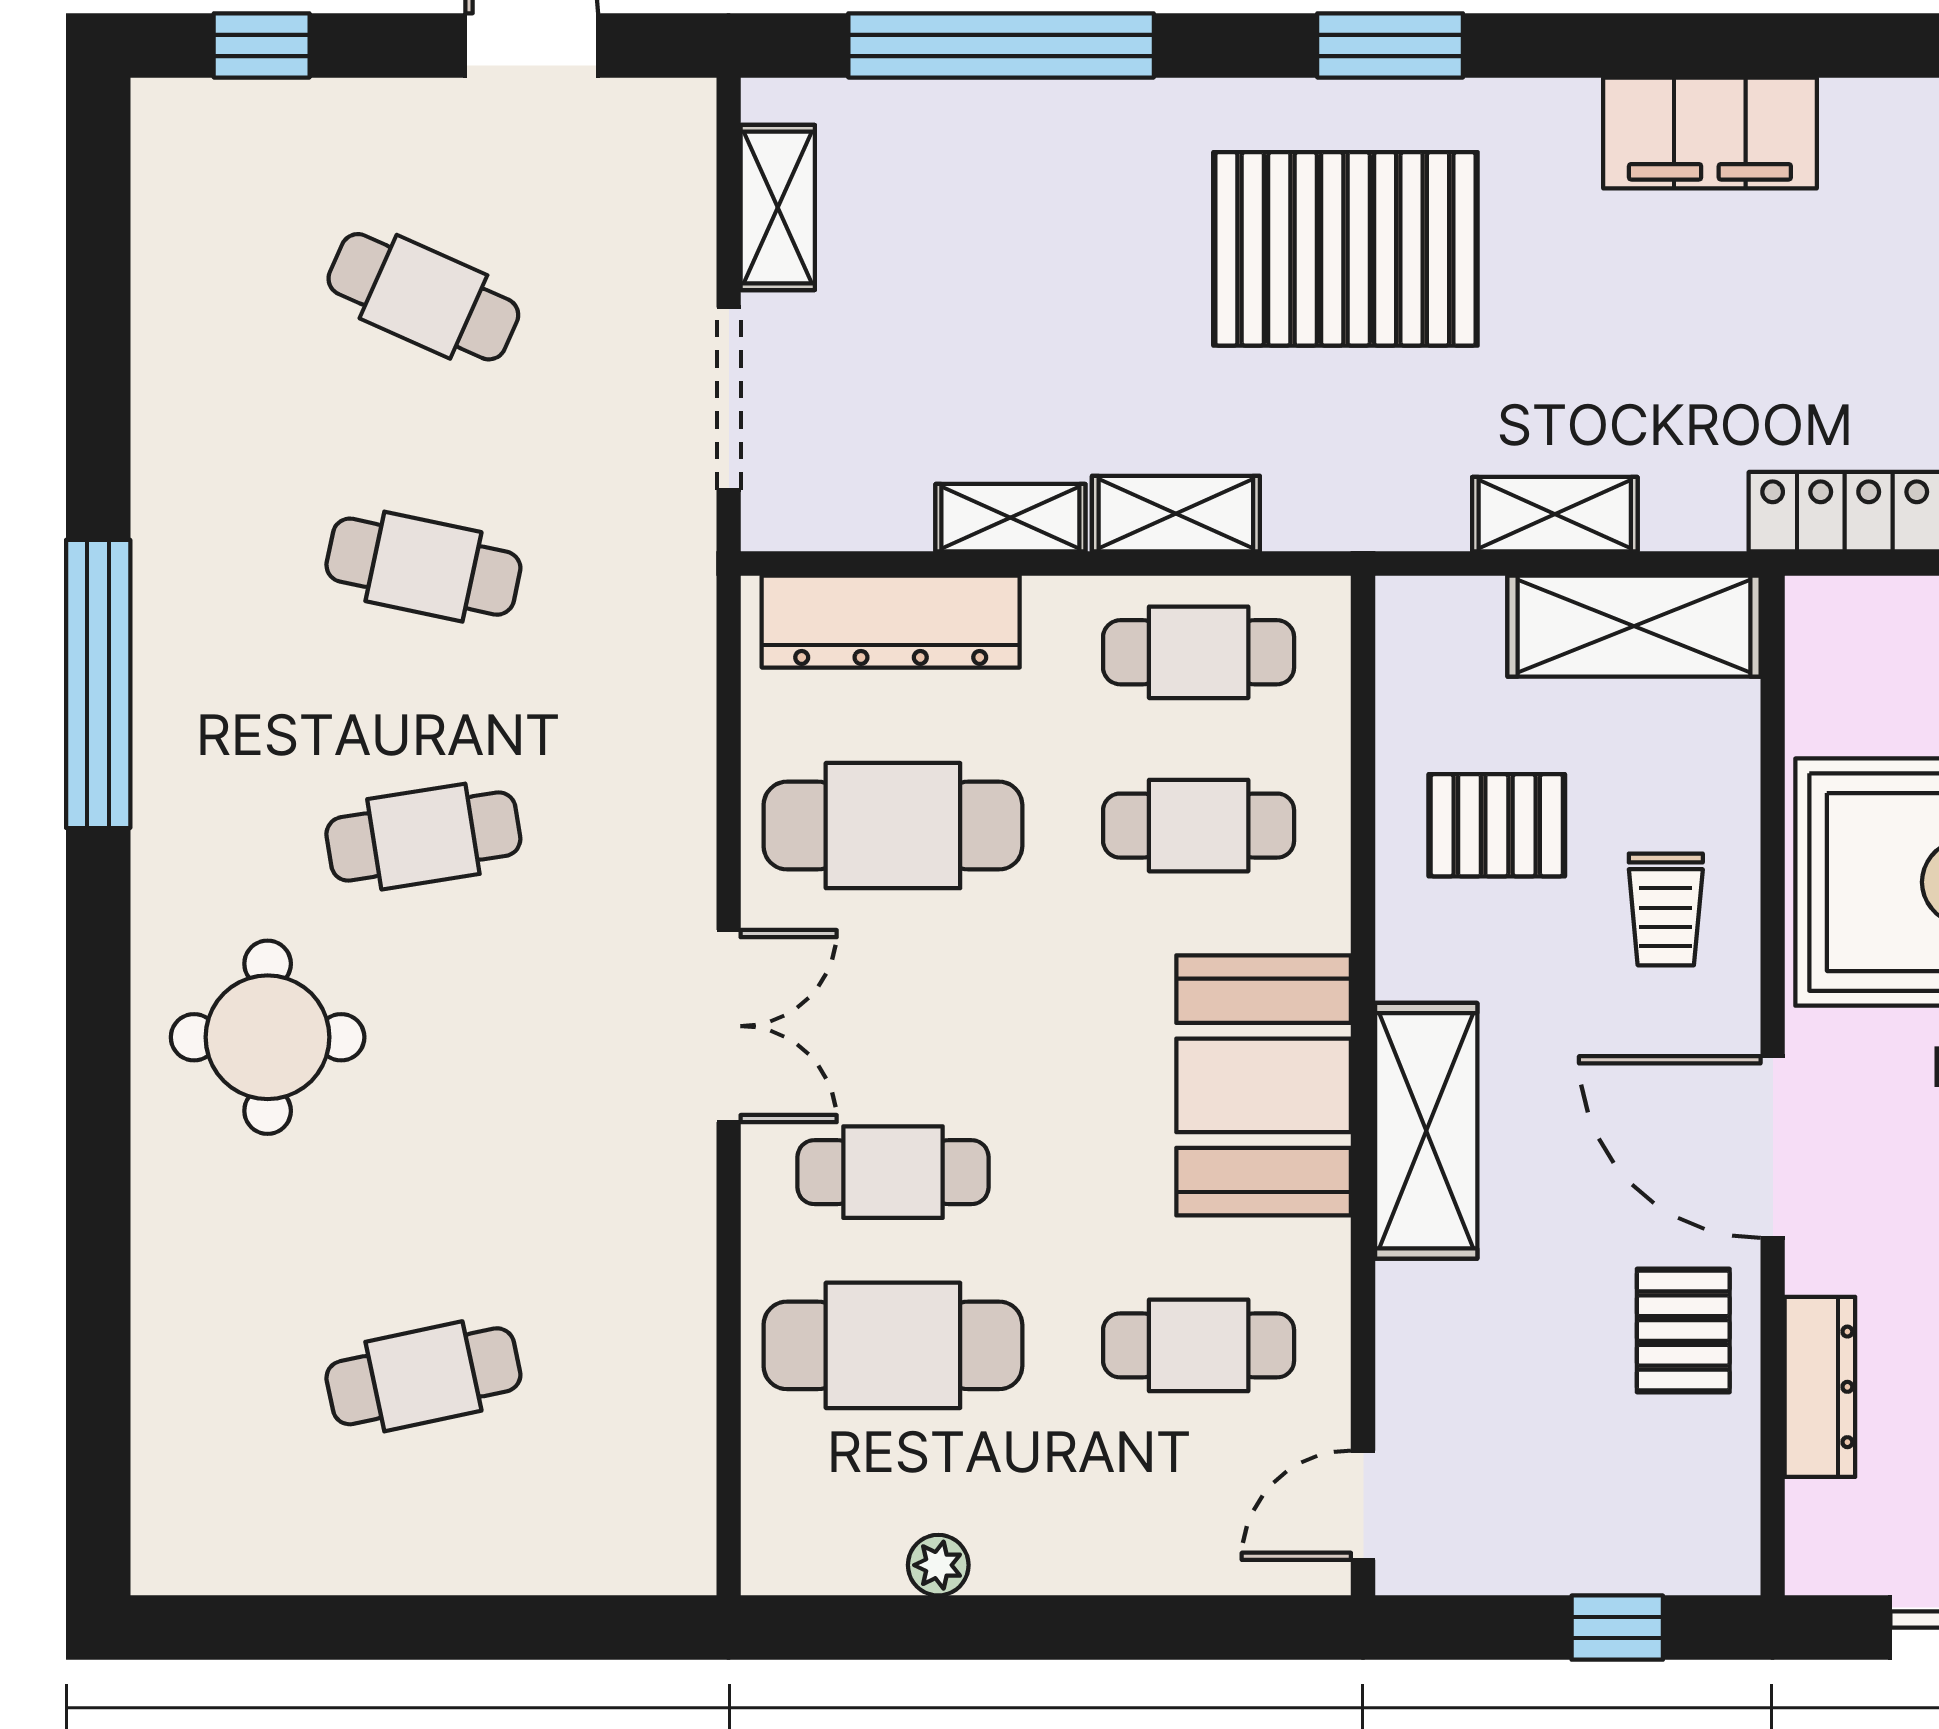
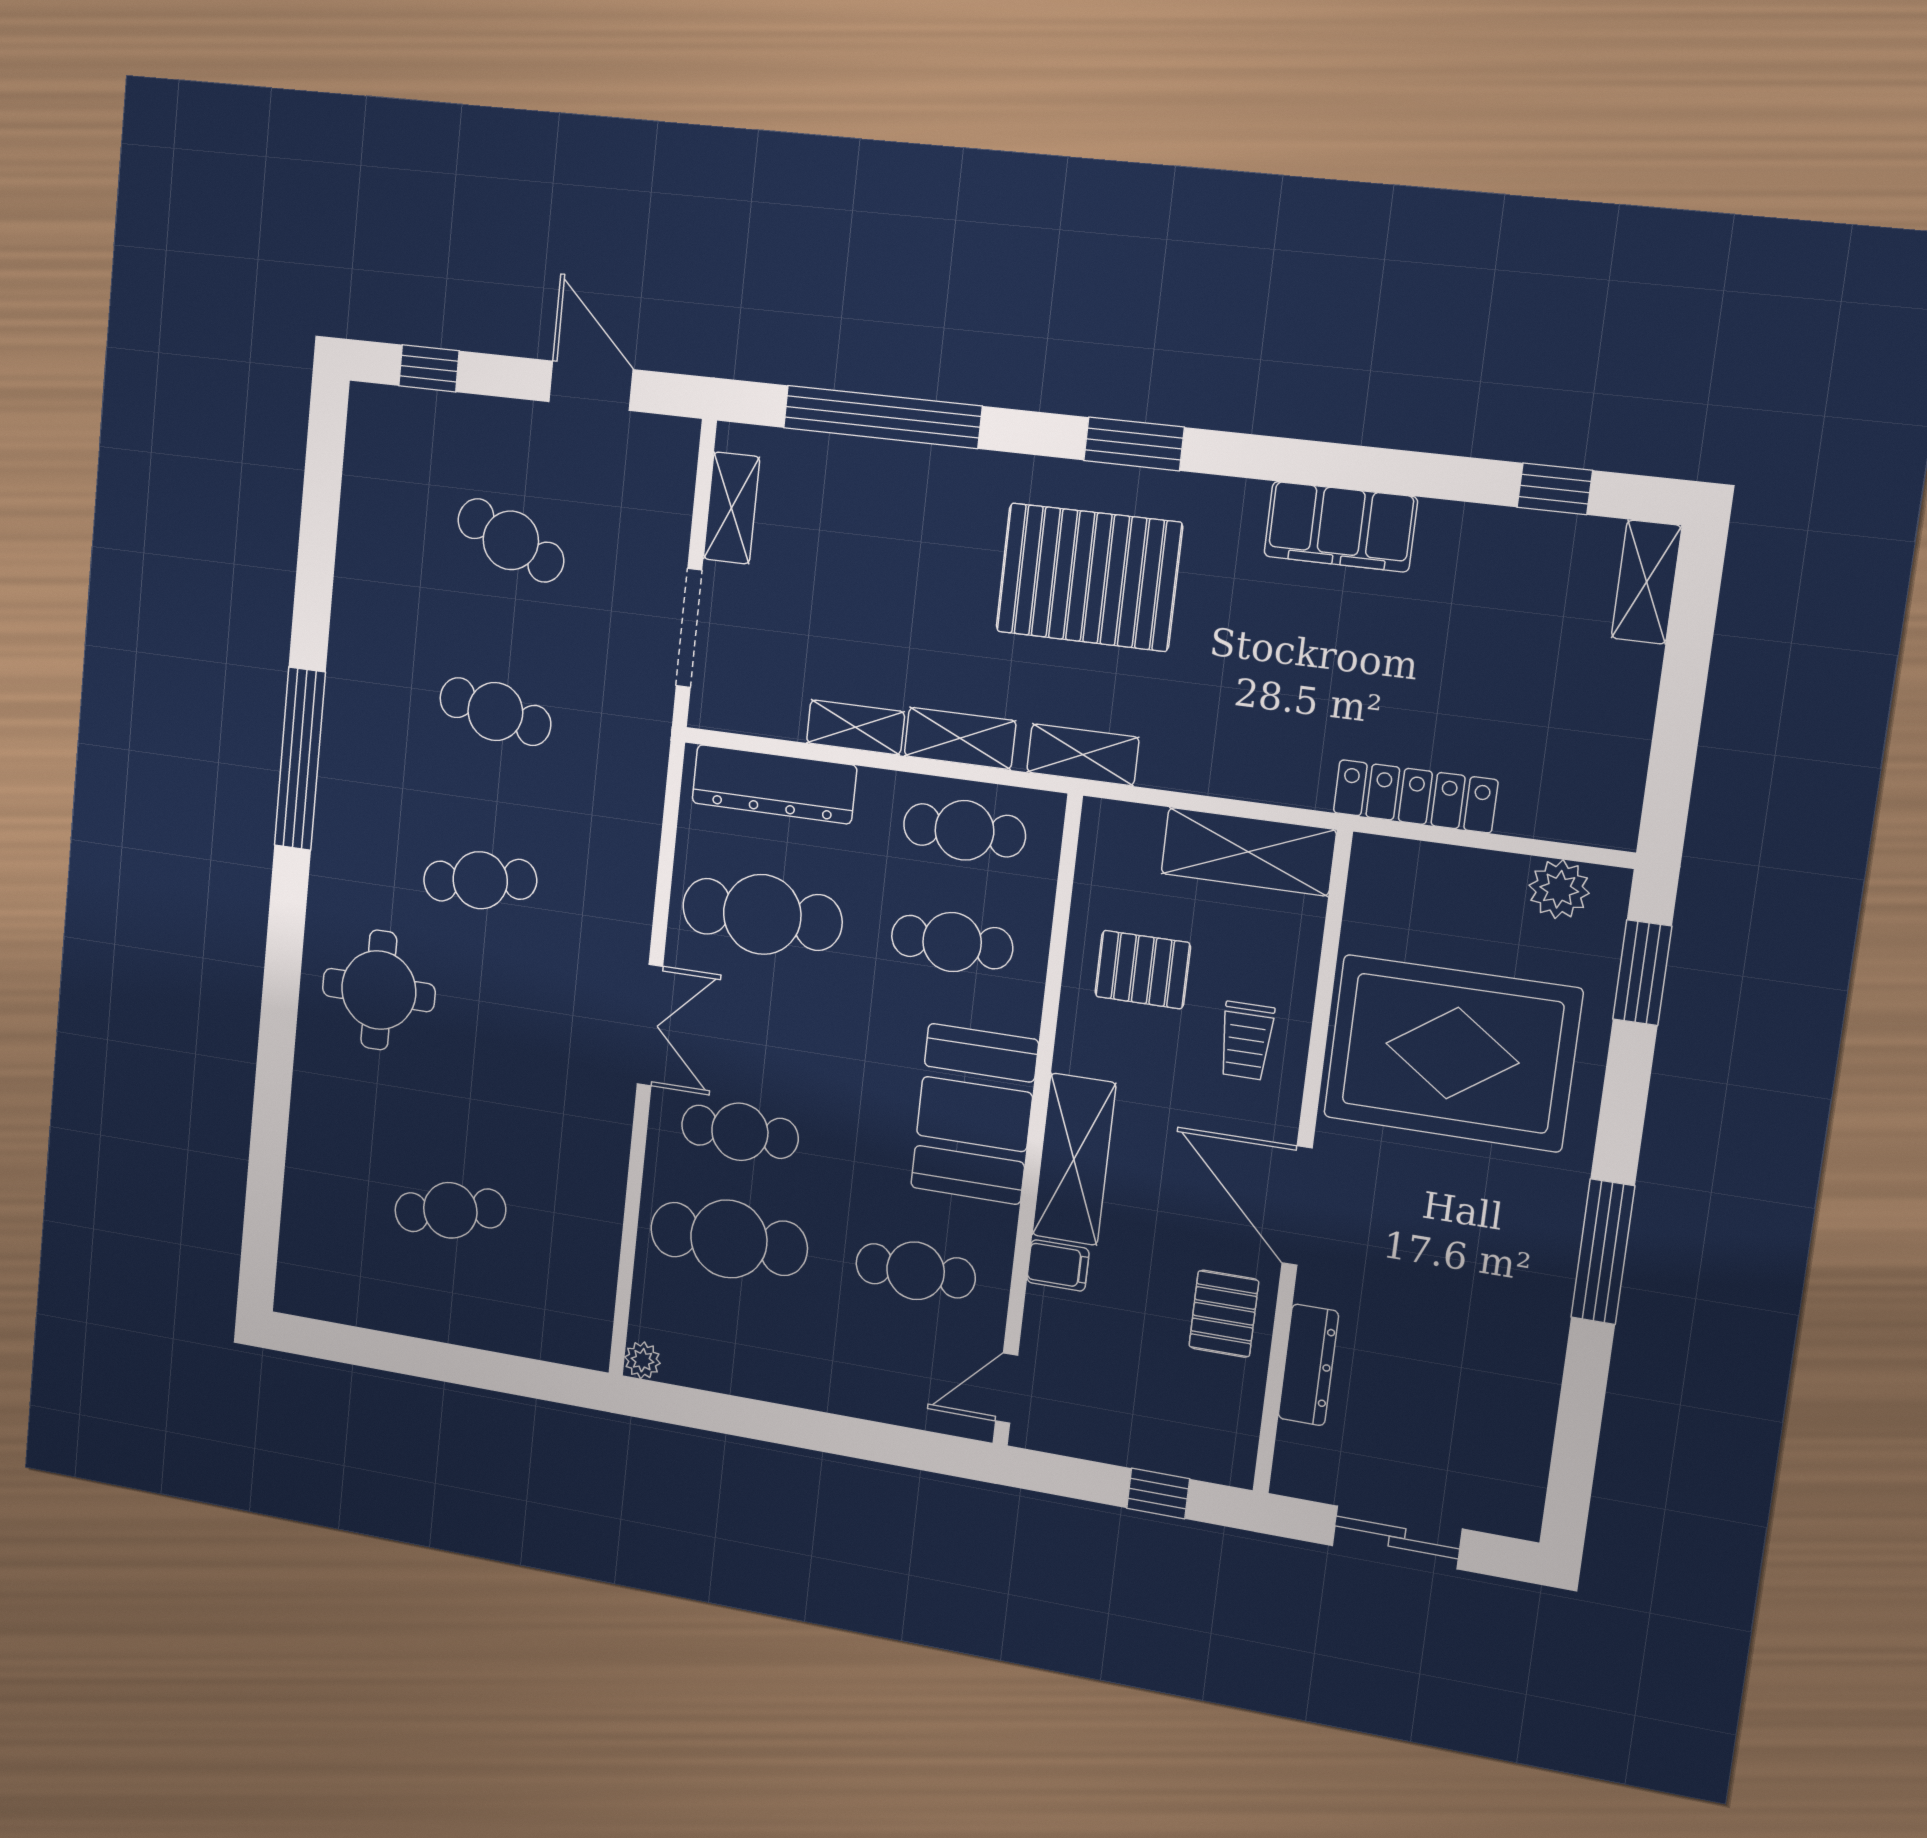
shelving: (1555, 514) -> (1083, 755), moved
filing cabinet: (1421, 1299) -> (1058, 1265), added
plant: (938, 1565) -> (642, 1360), moved

